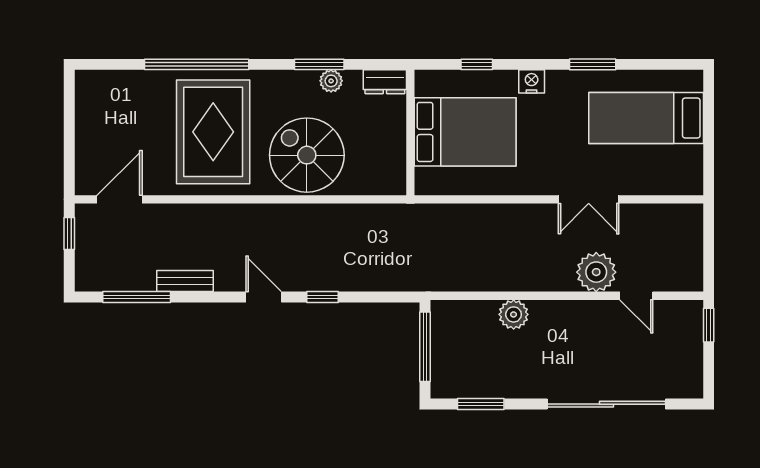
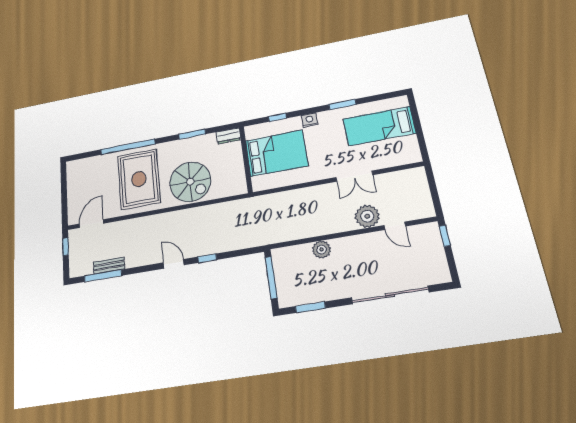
plant: (331, 81) -> (199, 141), removed
spiral stairs: (307, 155) -> (190, 182), turned 180
bench: (185, 281) -> (109, 266), moved

